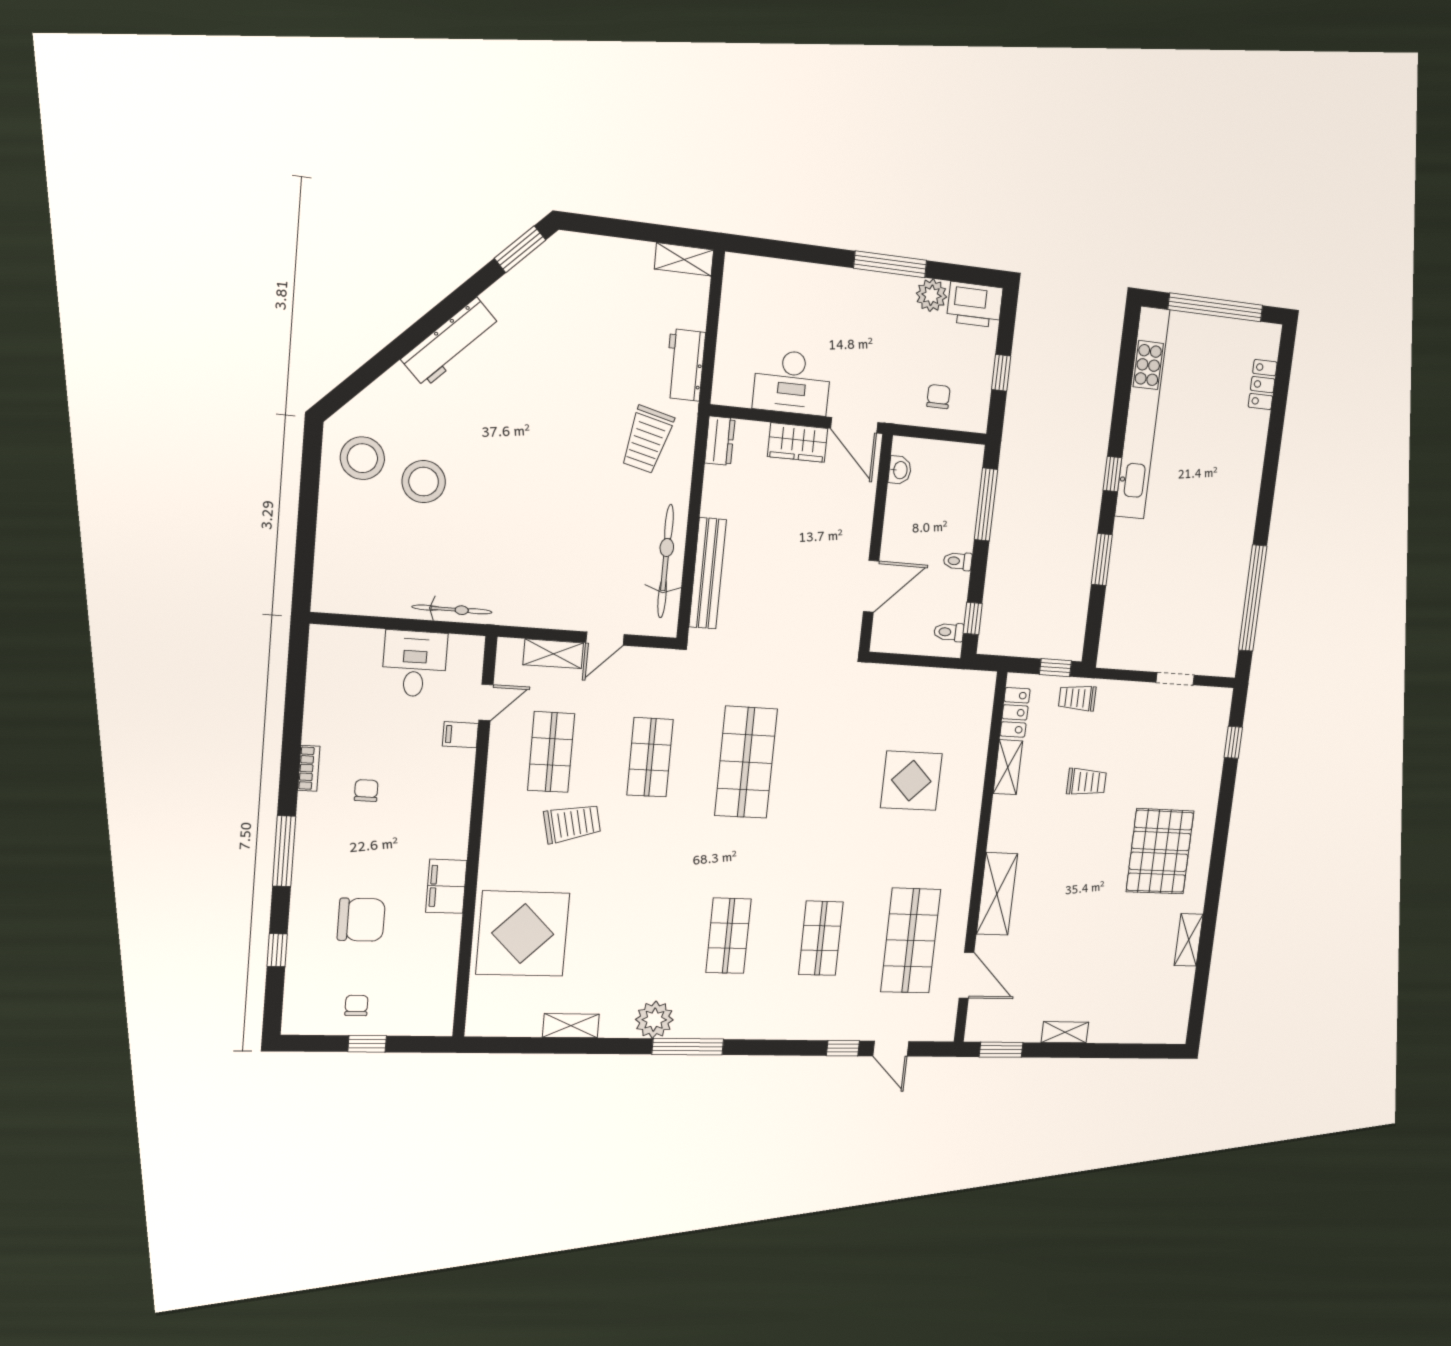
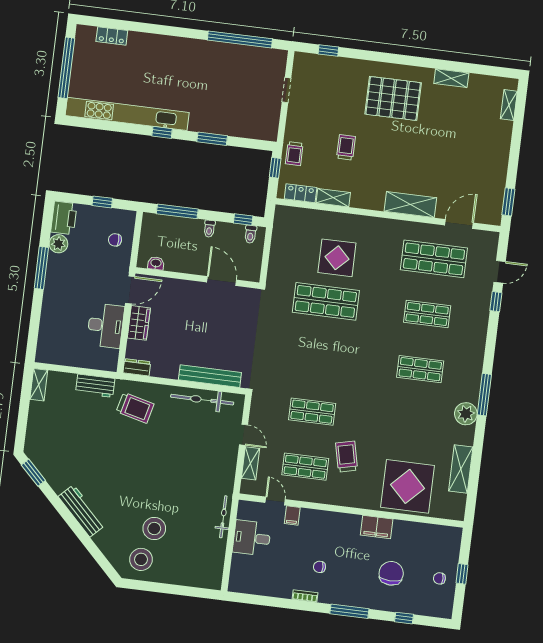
shop shelf: (746, 762) -> (326, 301), moved
shelving: (571, 1026) -> (461, 469), width x1.50, depth x1.33
shelving: (1065, 1032) -> (509, 105), moved

